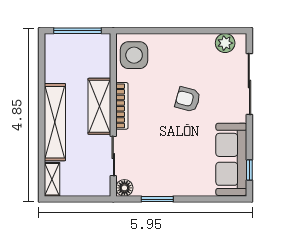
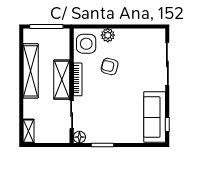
plant: (225, 43) -> (108, 35), moved
armchair: (188, 99) -> (110, 66), moved
shelving: (55, 122) -> (31, 71), moved

